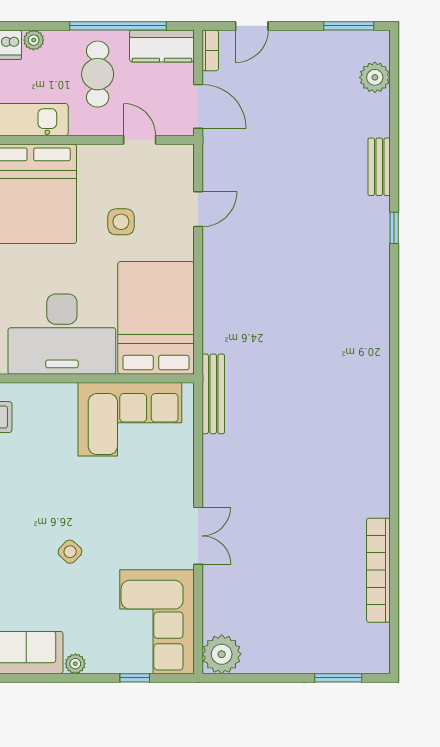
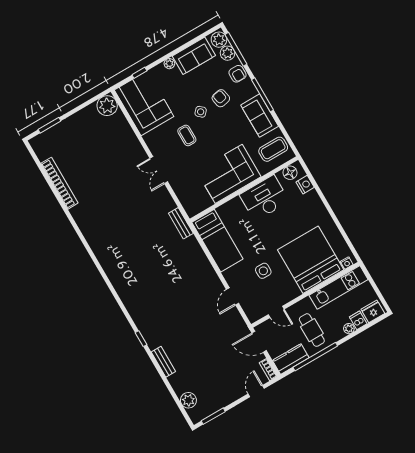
bed: (156, 318) -> (217, 241), width x0.67
desk: (62, 334) -> (264, 198), width x0.73, depth x0.77
bench: (213, 394) -> (181, 223), width x0.73
corner sofa: (130, 419) -> (229, 174), moved
coffee table: (117, 525) -> (187, 135), added
double door: (198, 536) -> (159, 170), moved
armchair: (23, 555) -> (221, 98), added

